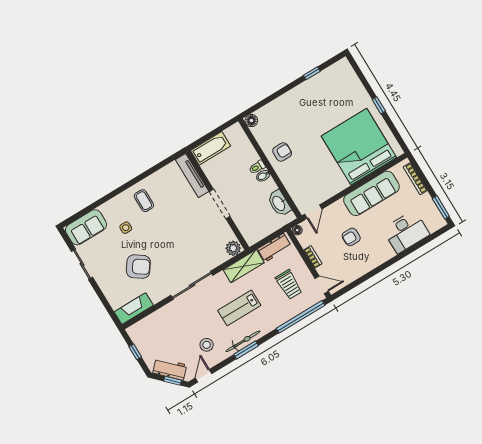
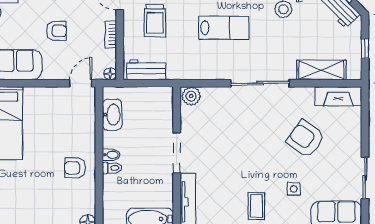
shelving: (244, 266) -> (321, 70), moved
trolley: (289, 284) -> (155, 21), turned 180

